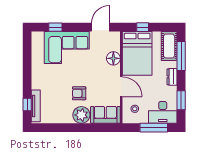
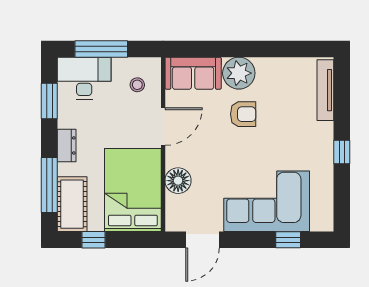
window: (143, 27) -> (94, 240), moved
door: (121, 87) -> (163, 127), swing flipped
window: (27, 104) -> (342, 152), moved

